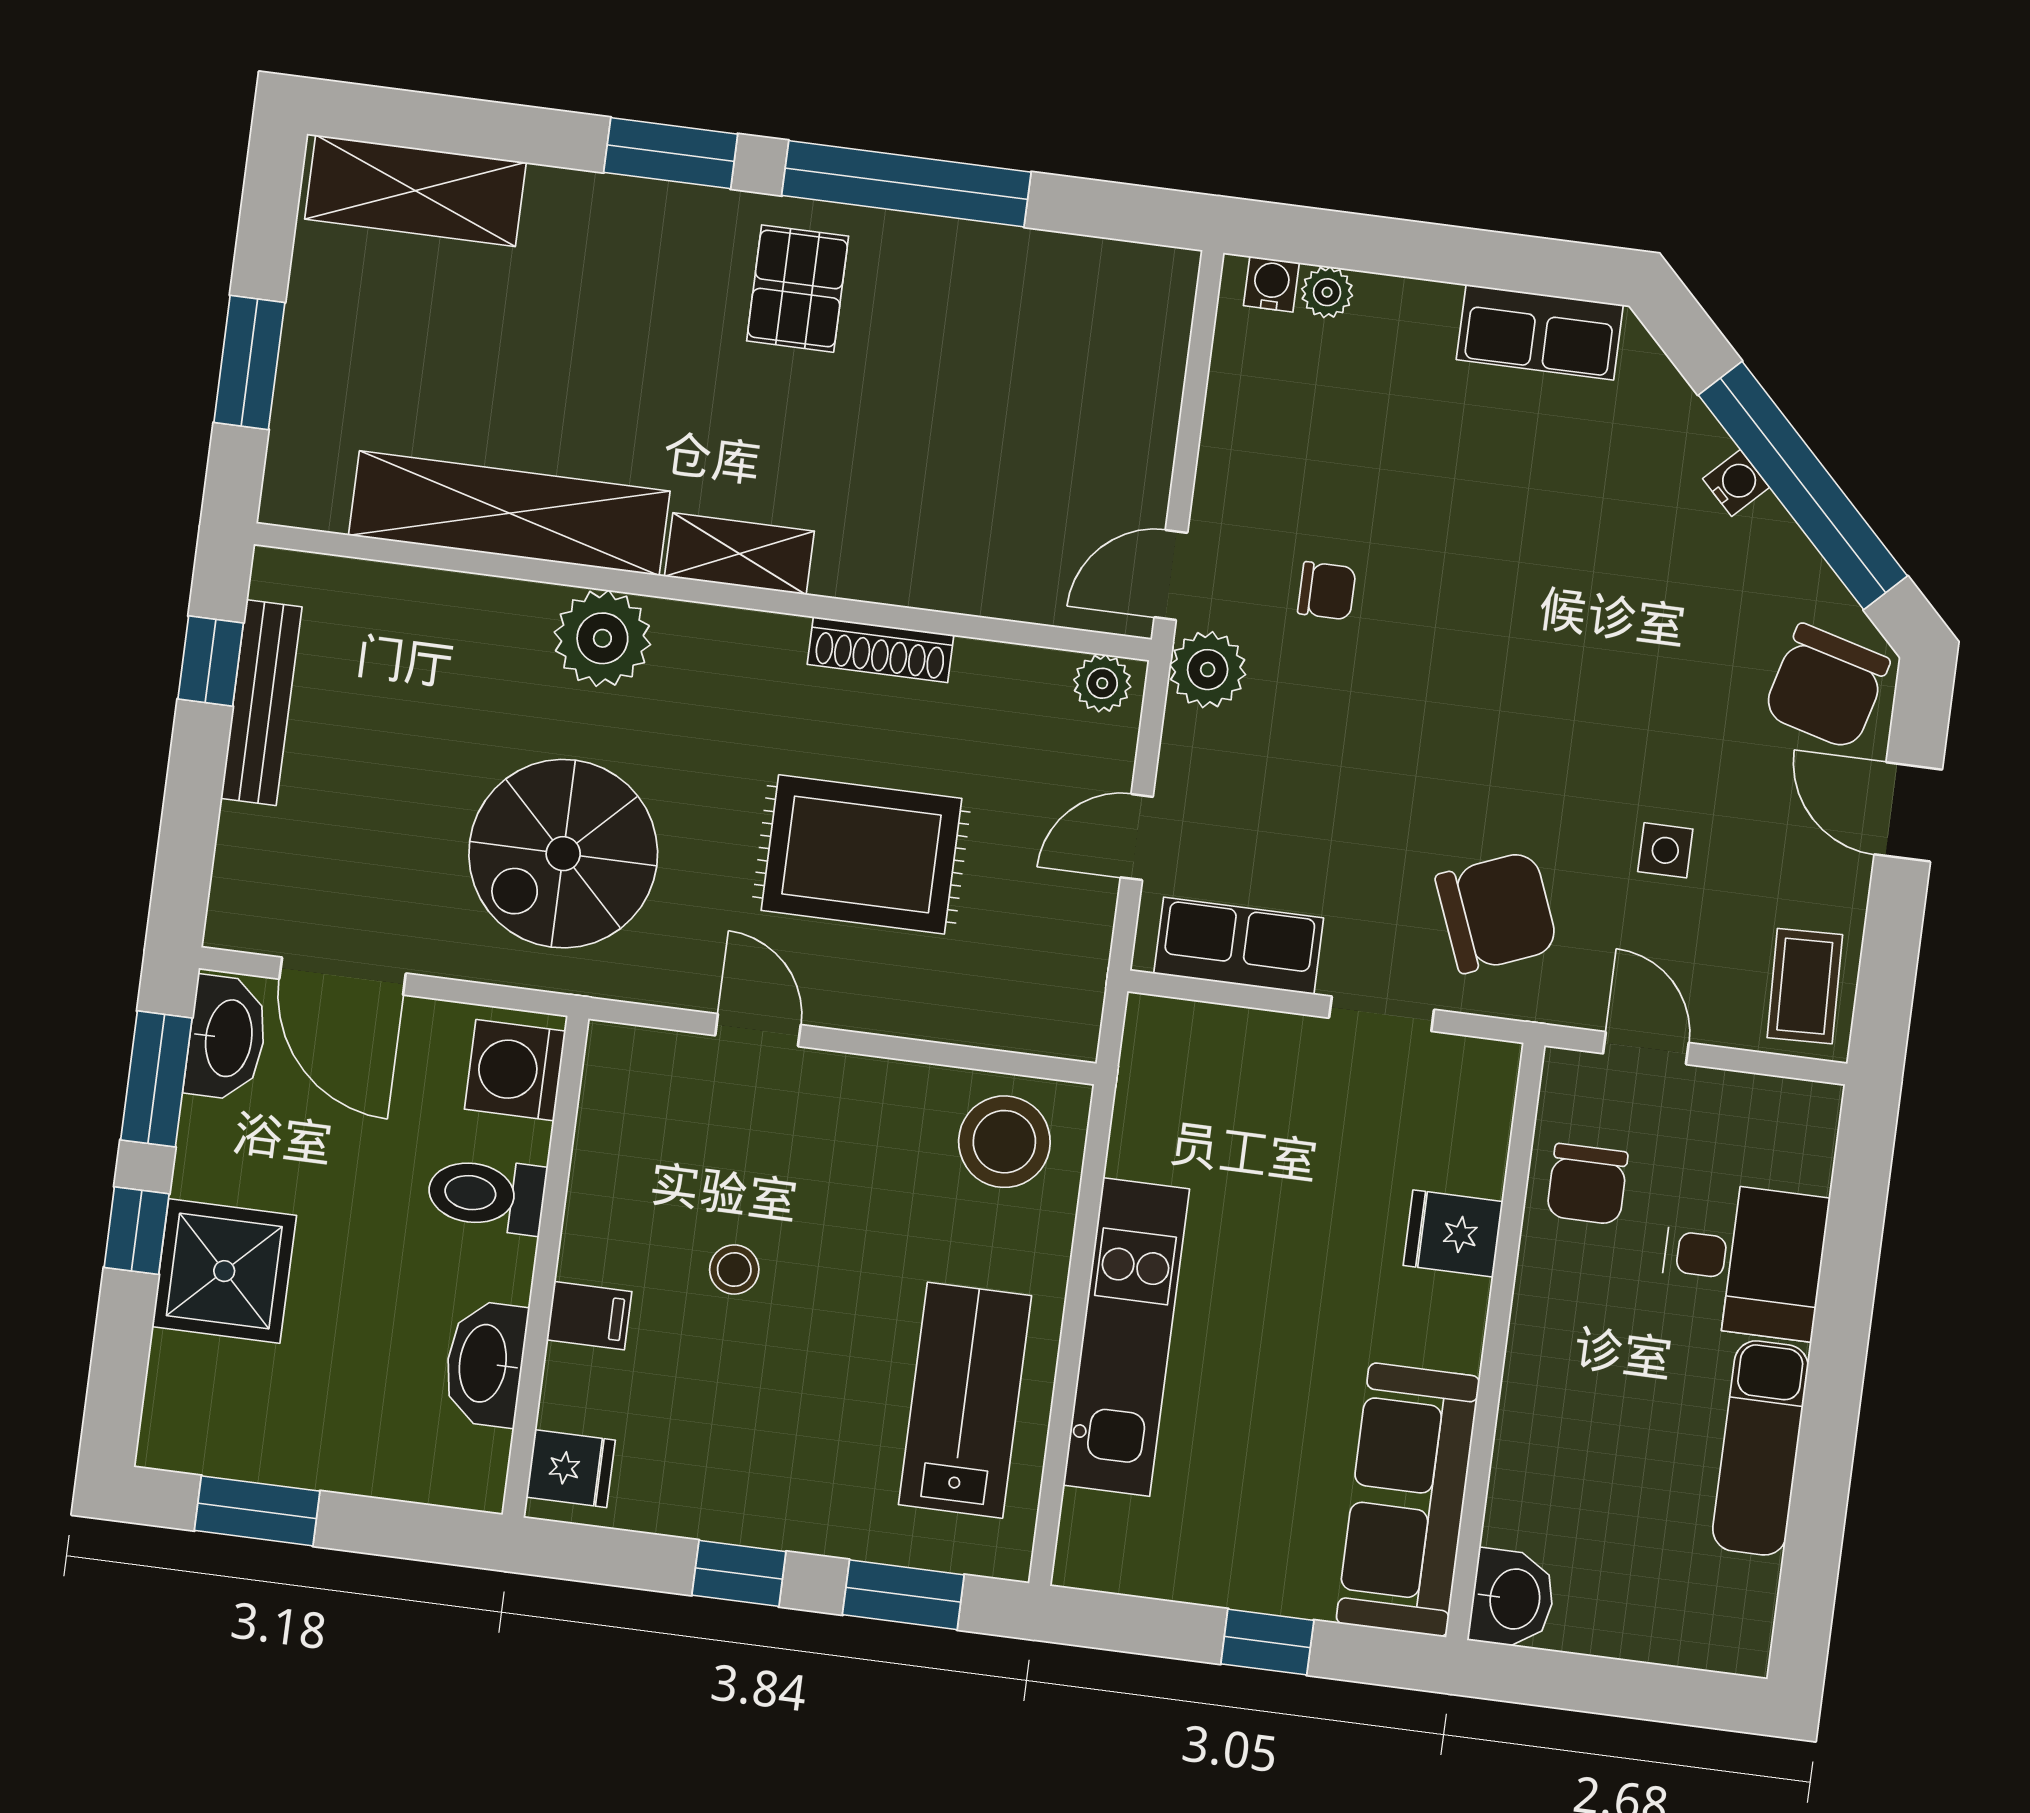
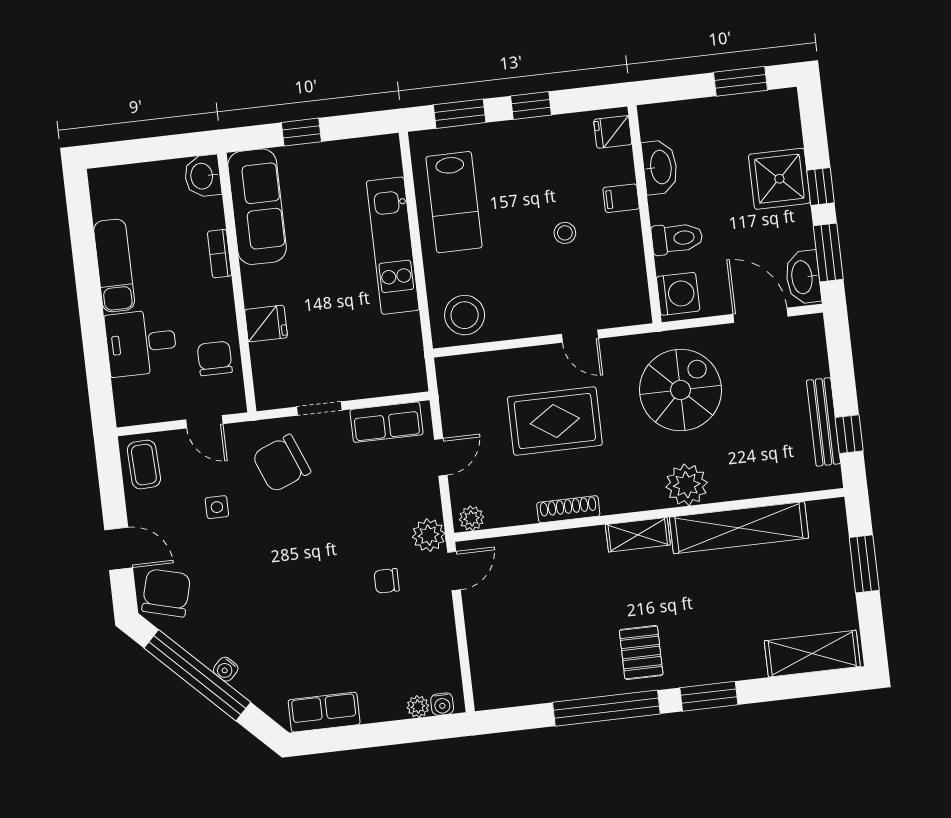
bookcase: (1518, 1416) -> (219, 254), added

